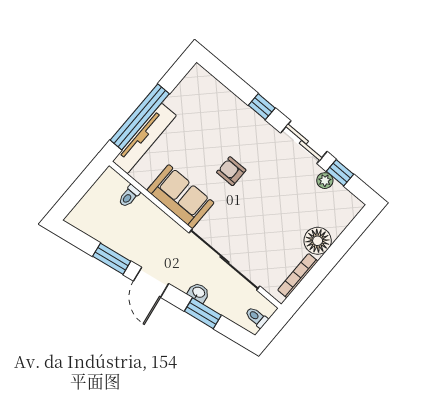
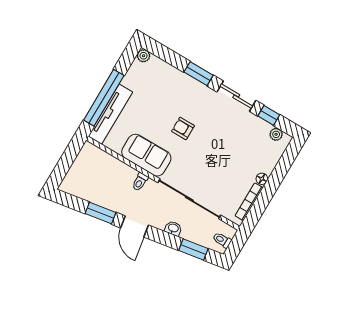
plant: (197, 73) -> (144, 56), added
window: (262, 107) -> (199, 74), width x1.50
plant: (325, 181) -> (276, 134), moved
toilet: (129, 196) -> (140, 182), moved
floor lamp: (318, 241) -> (262, 179), width x0.53, depth x0.53
window: (203, 313) -> (193, 250), moved

